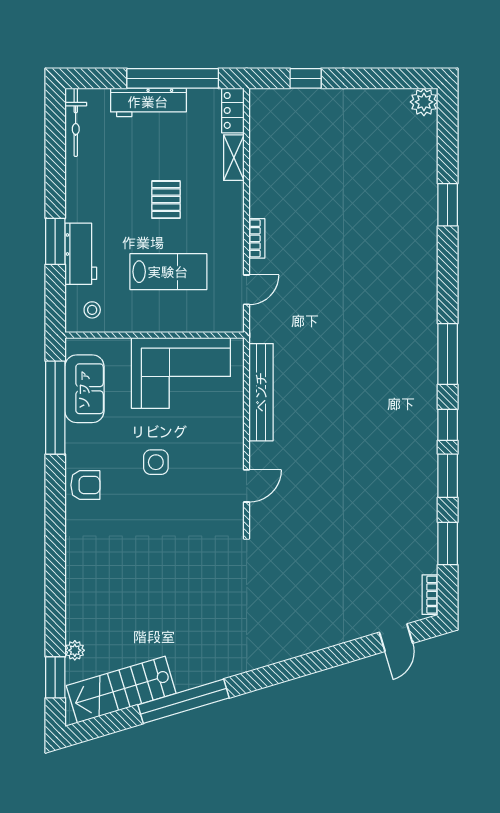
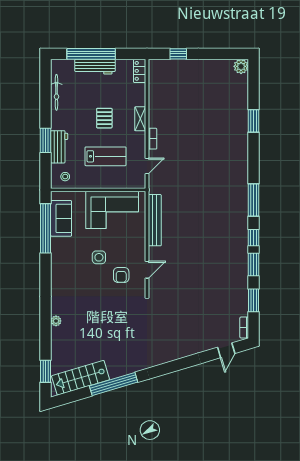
window: (173, 78) -> (91, 54), moved
bicycle: (76, 122) -> (56, 92), moved
shelving: (234, 158) -> (140, 119), moved
armchair: (85, 485) -> (121, 275), moved, turned 90
plant: (75, 650) -> (56, 321), moved

